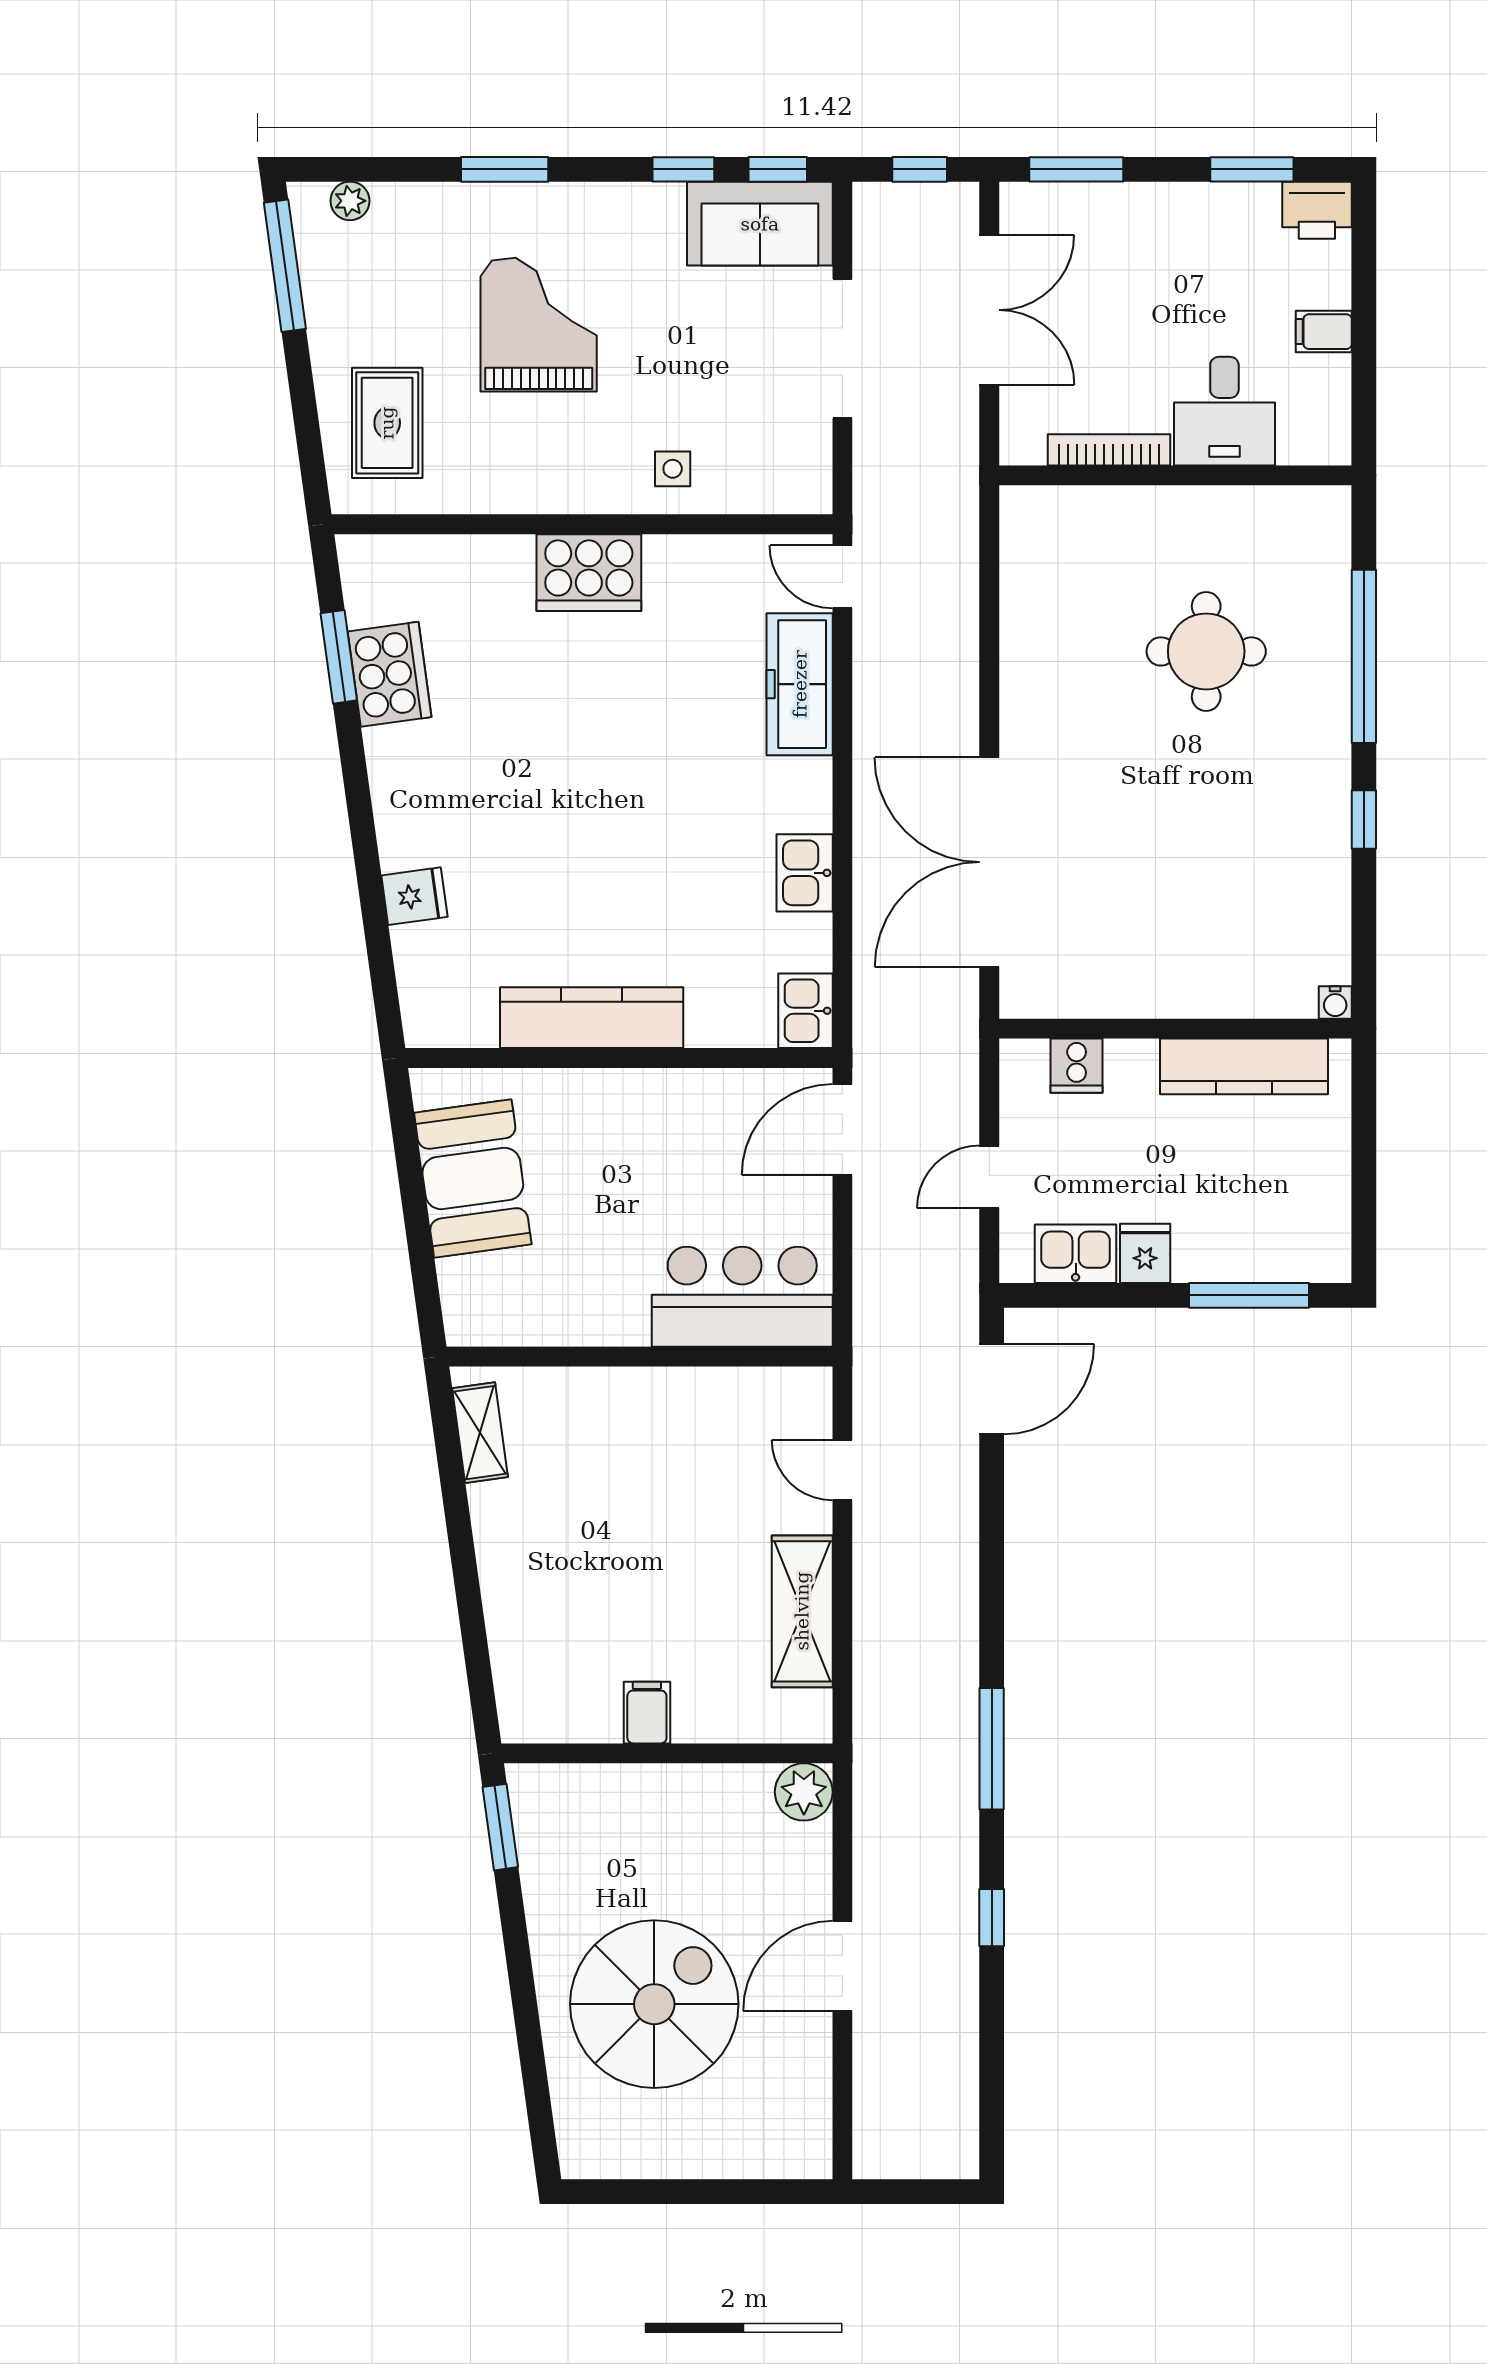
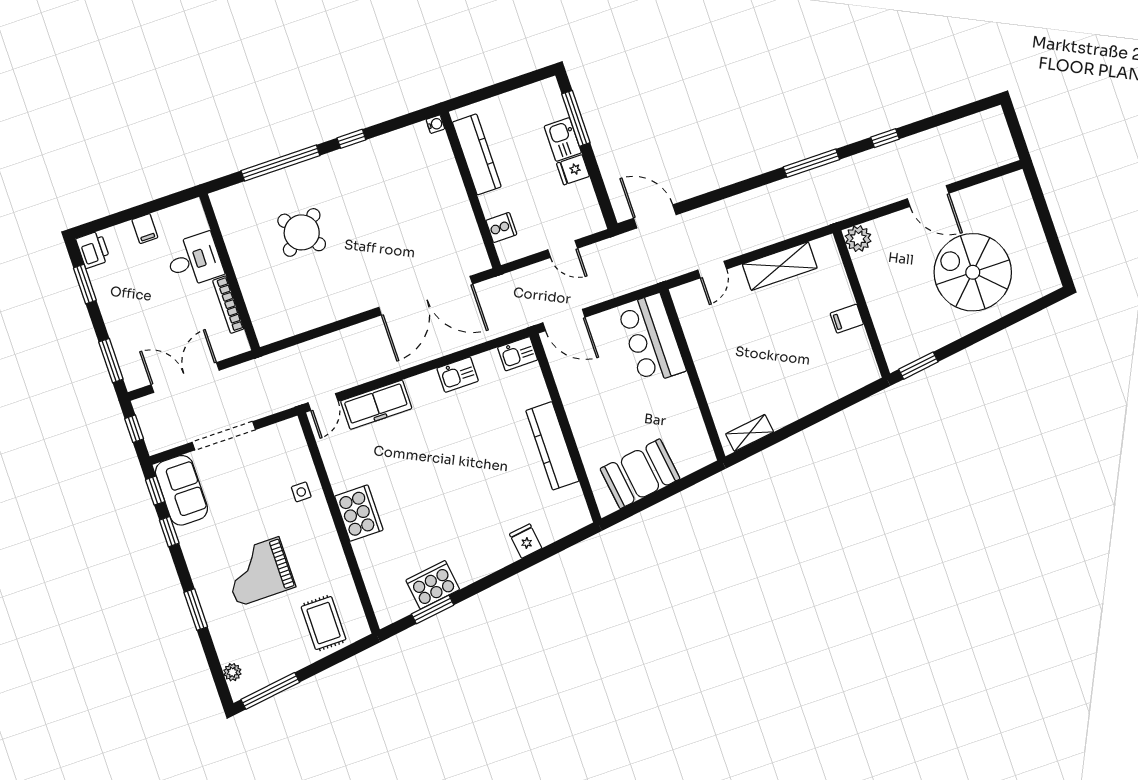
rug: (387, 423) -> (324, 623), turned 90
round table: (1206, 651) -> (302, 232), turned -37
kitchen sink: (1076, 1254) -> (563, 139), moved

